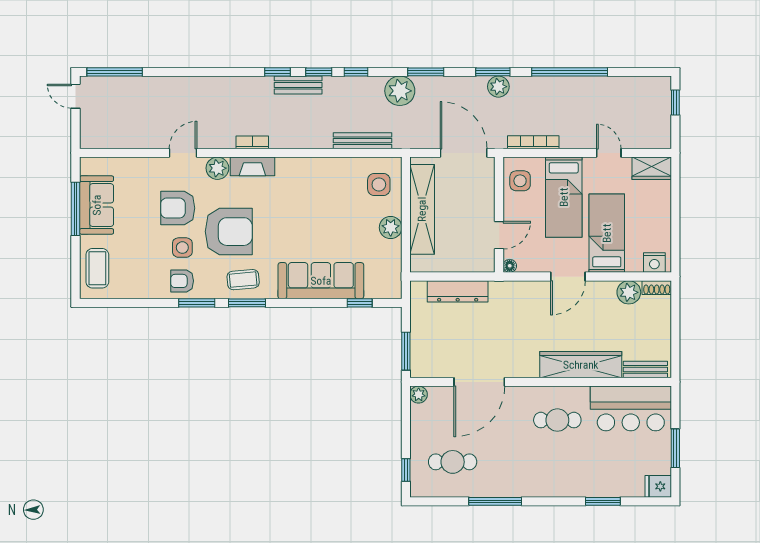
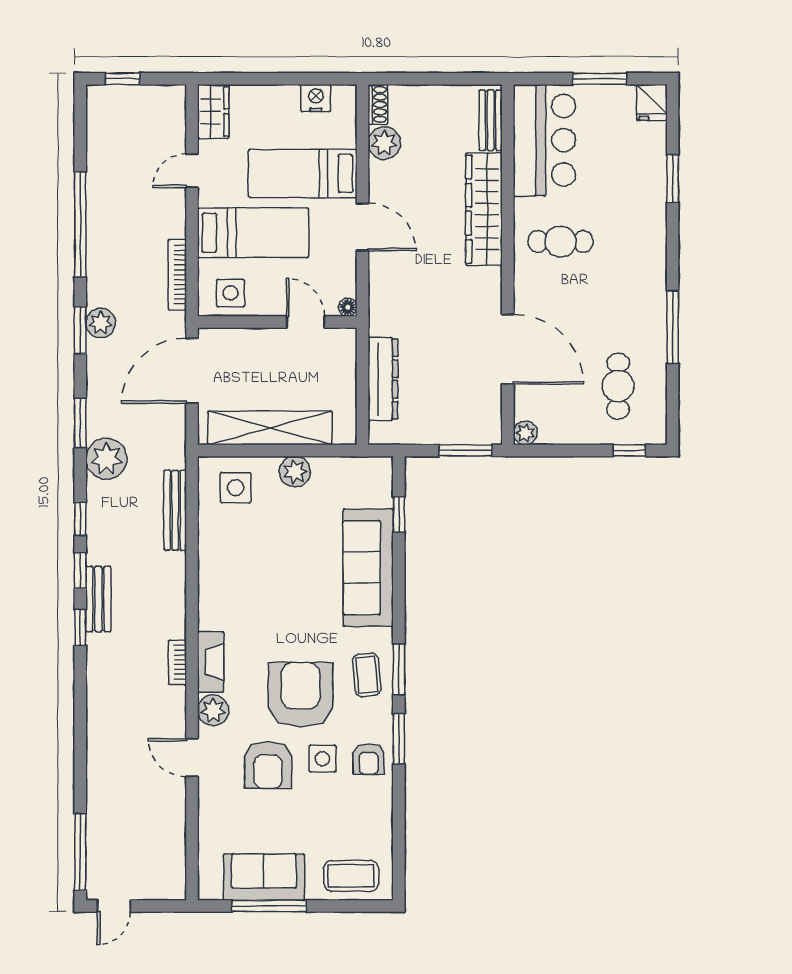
nightstand: (654, 263) -> (316, 98), moved, turned -90
cafe table: (557, 420) -> (560, 242), turned 90

